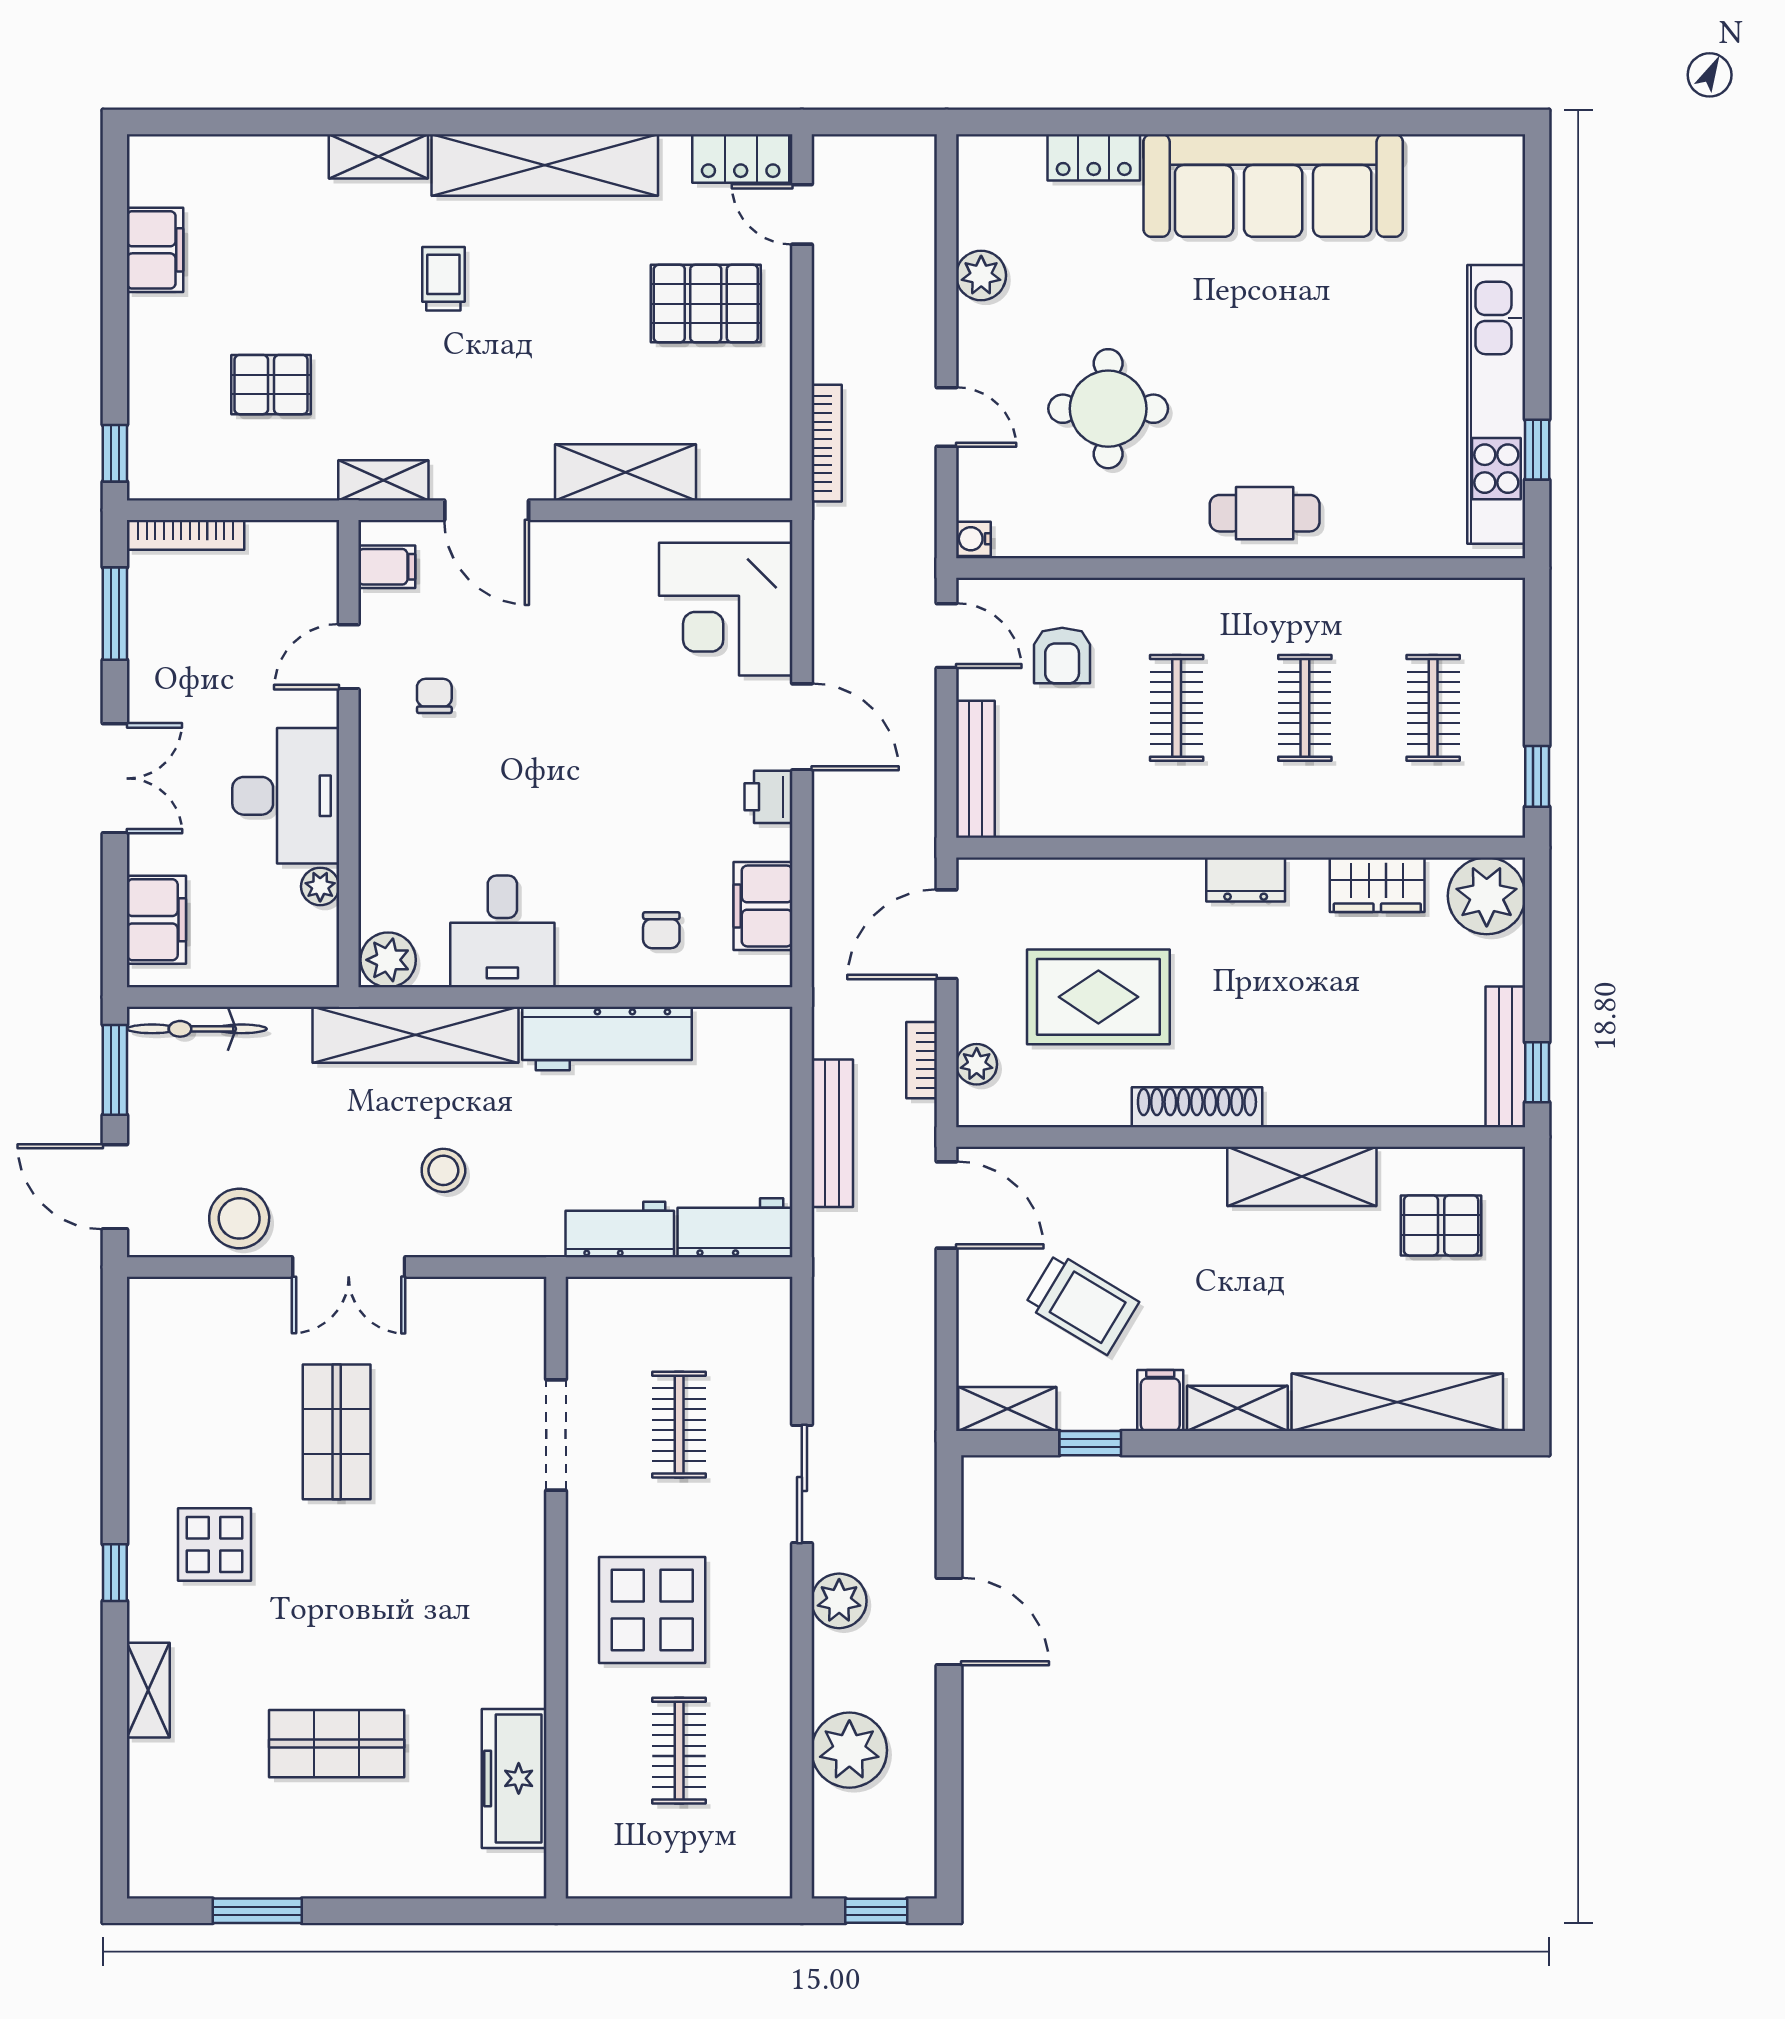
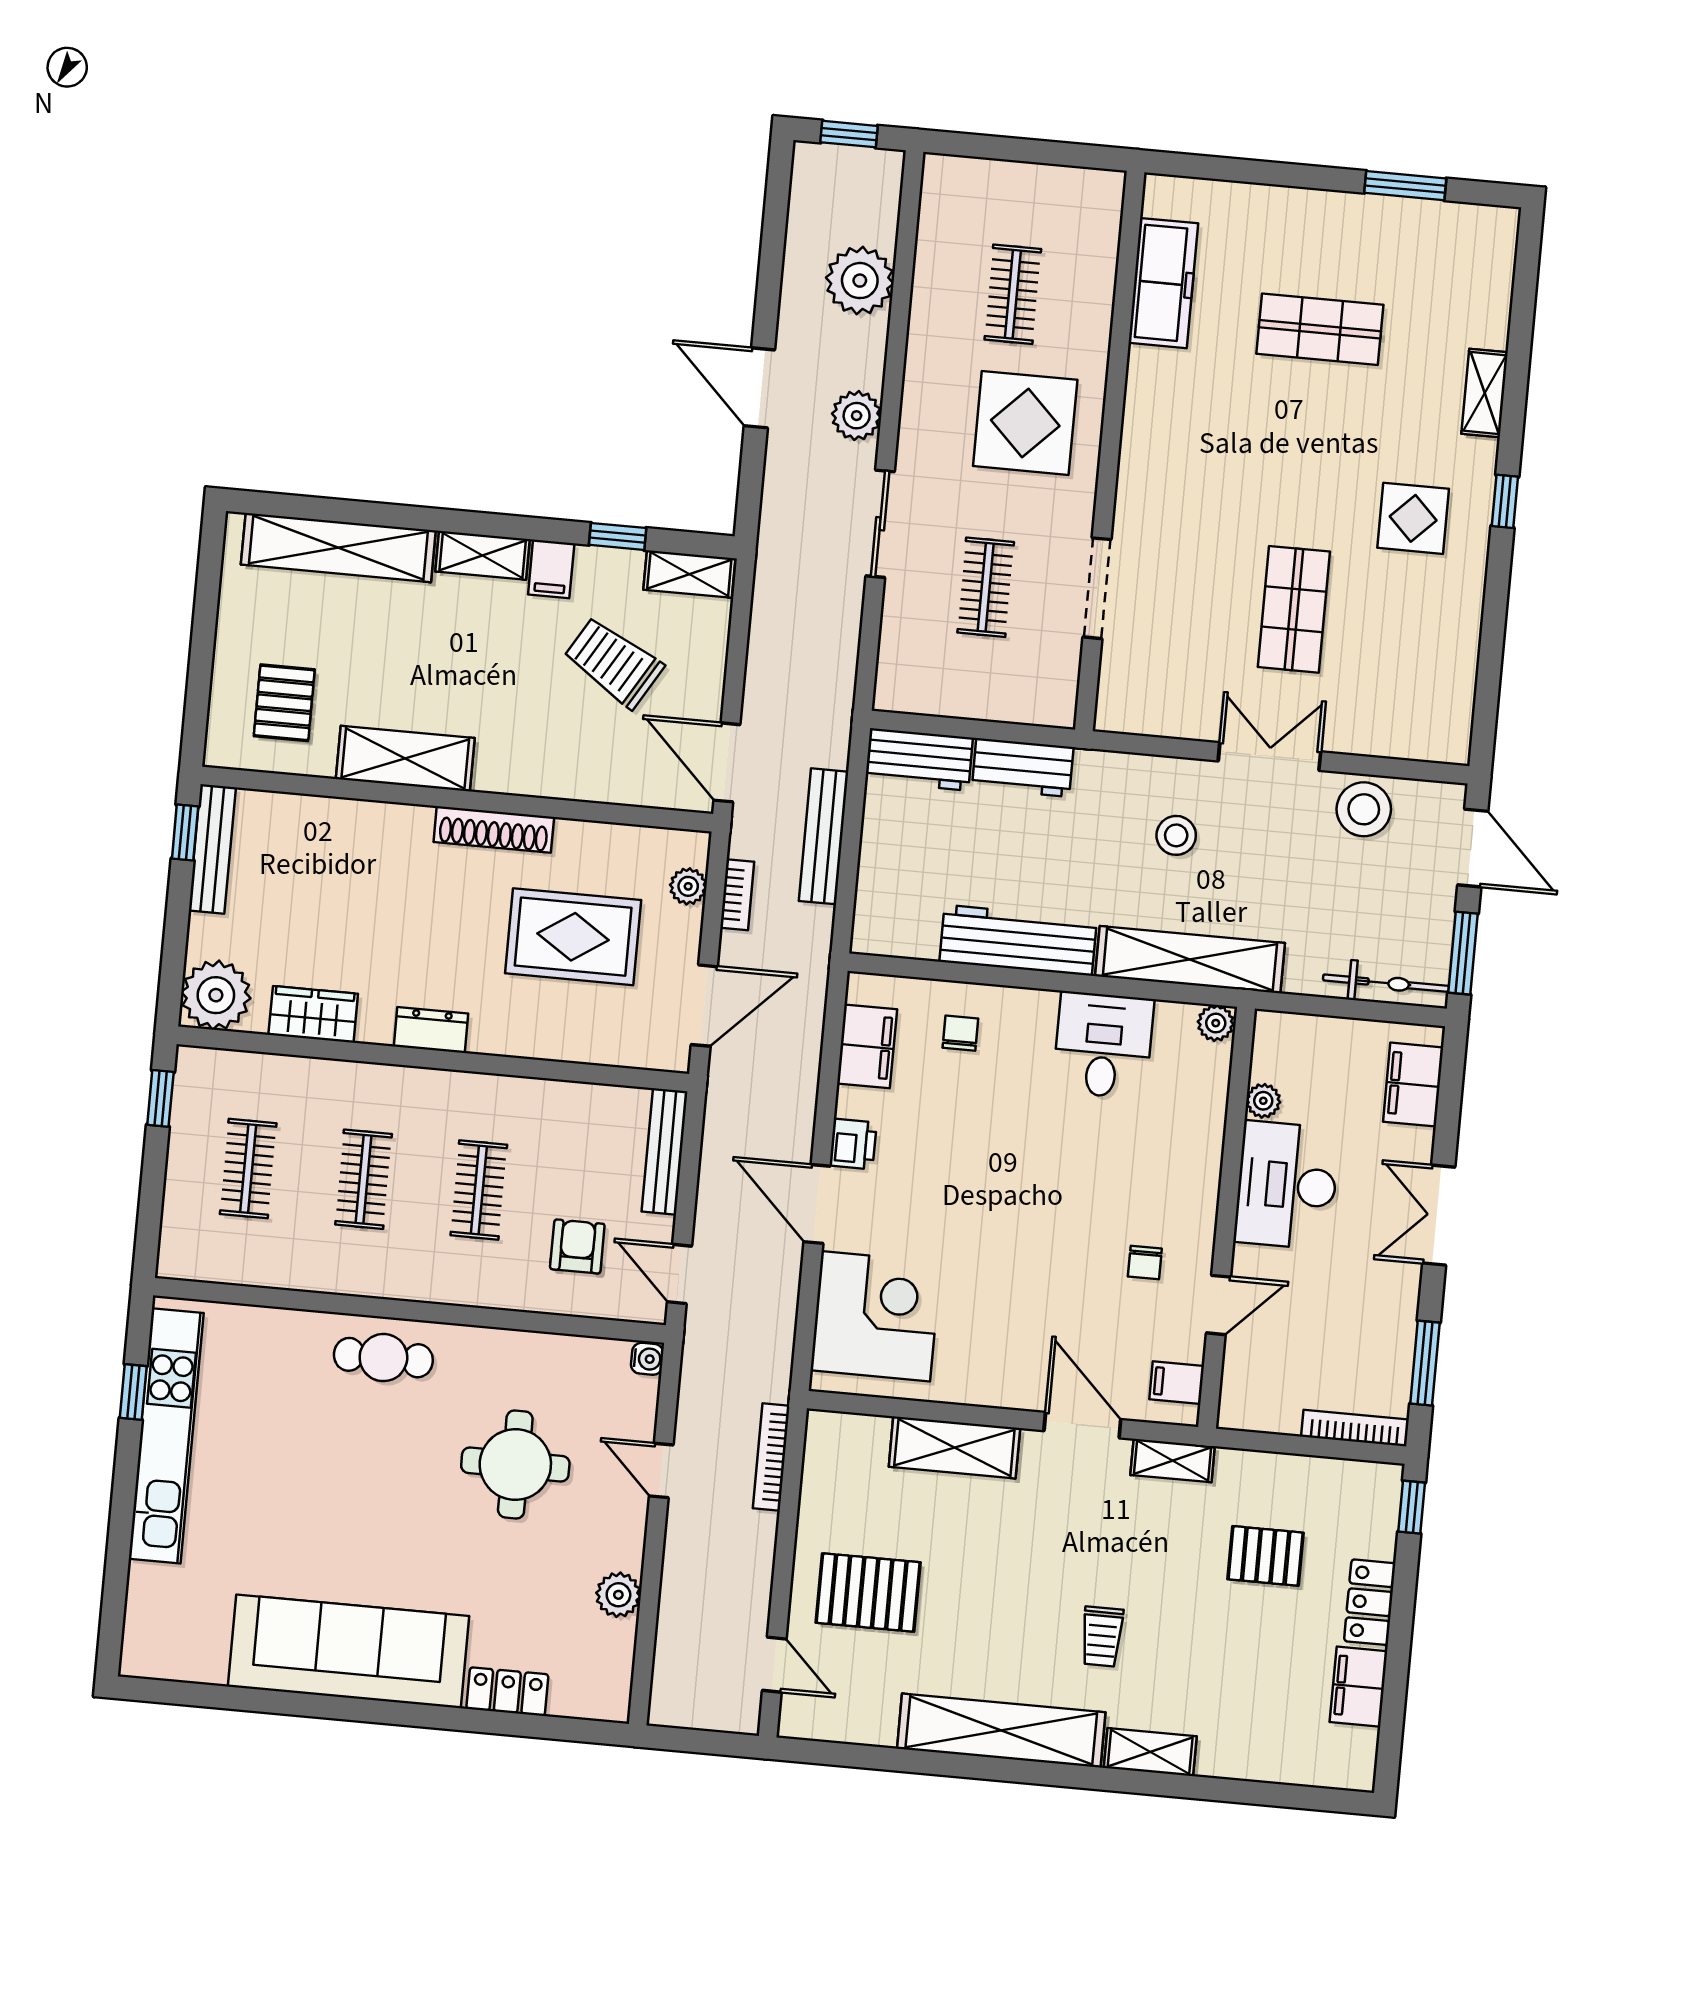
locker: (741, 158) -> (1370, 1602), moved, turned -90
plant: (388, 960) -> (1216, 1023), width x0.73, depth x0.73
pallet: (1441, 1225) -> (284, 703), turned 90

